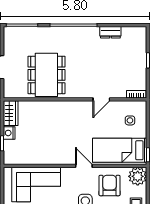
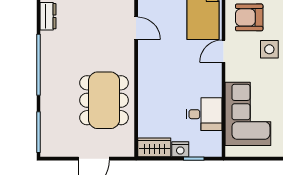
dining table: (46, 75) -> (104, 100), turned 90
desk: (36, 151) -> (204, 114), added

